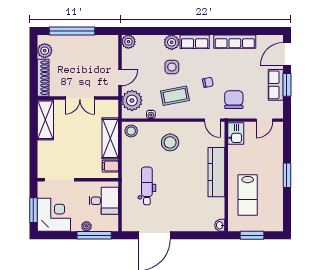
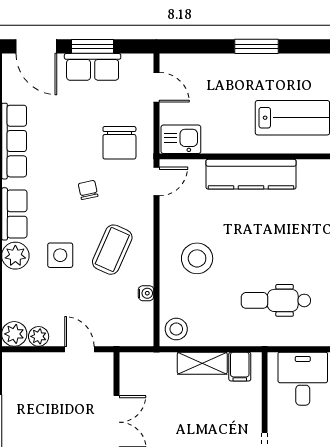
coffee table: (175, 96) -> (112, 250), turned 35
plant: (132, 100) -> (39, 336), moved, width x0.53, depth x0.53
chair: (234, 100) -> (119, 143), turned -90
shelving: (110, 138) -> (202, 363), width x0.67, depth x0.75

